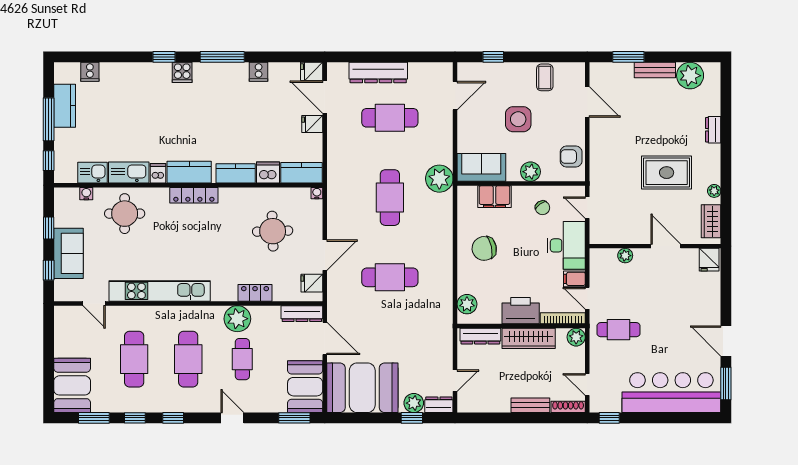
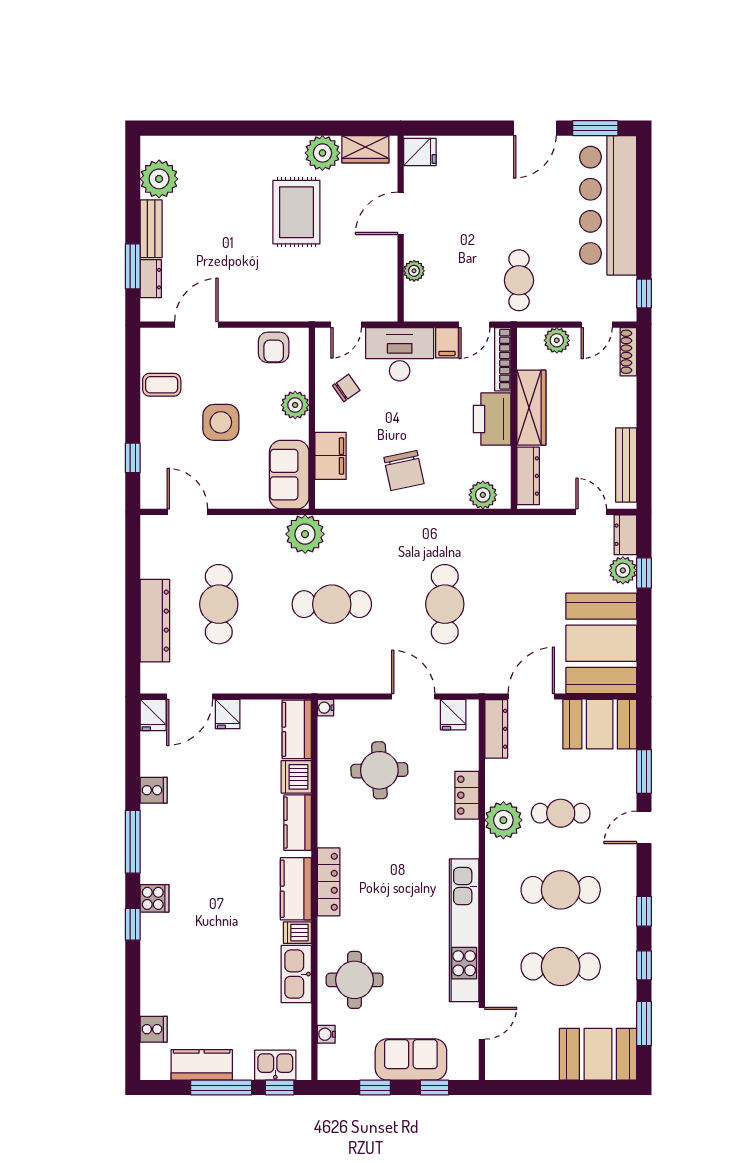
dresser: (713, 130) -> (151, 279), moved, turned -90
kitchen sink: (93, 173) -> (275, 1065), moved, turned 90
plant: (714, 191) -> (322, 153), width x1.87, depth x1.87
plant: (576, 337) -> (557, 340), moved
bench: (530, 405) -> (626, 465), moved, width x1.36
window: (294, 418) -> (644, 772), moved

